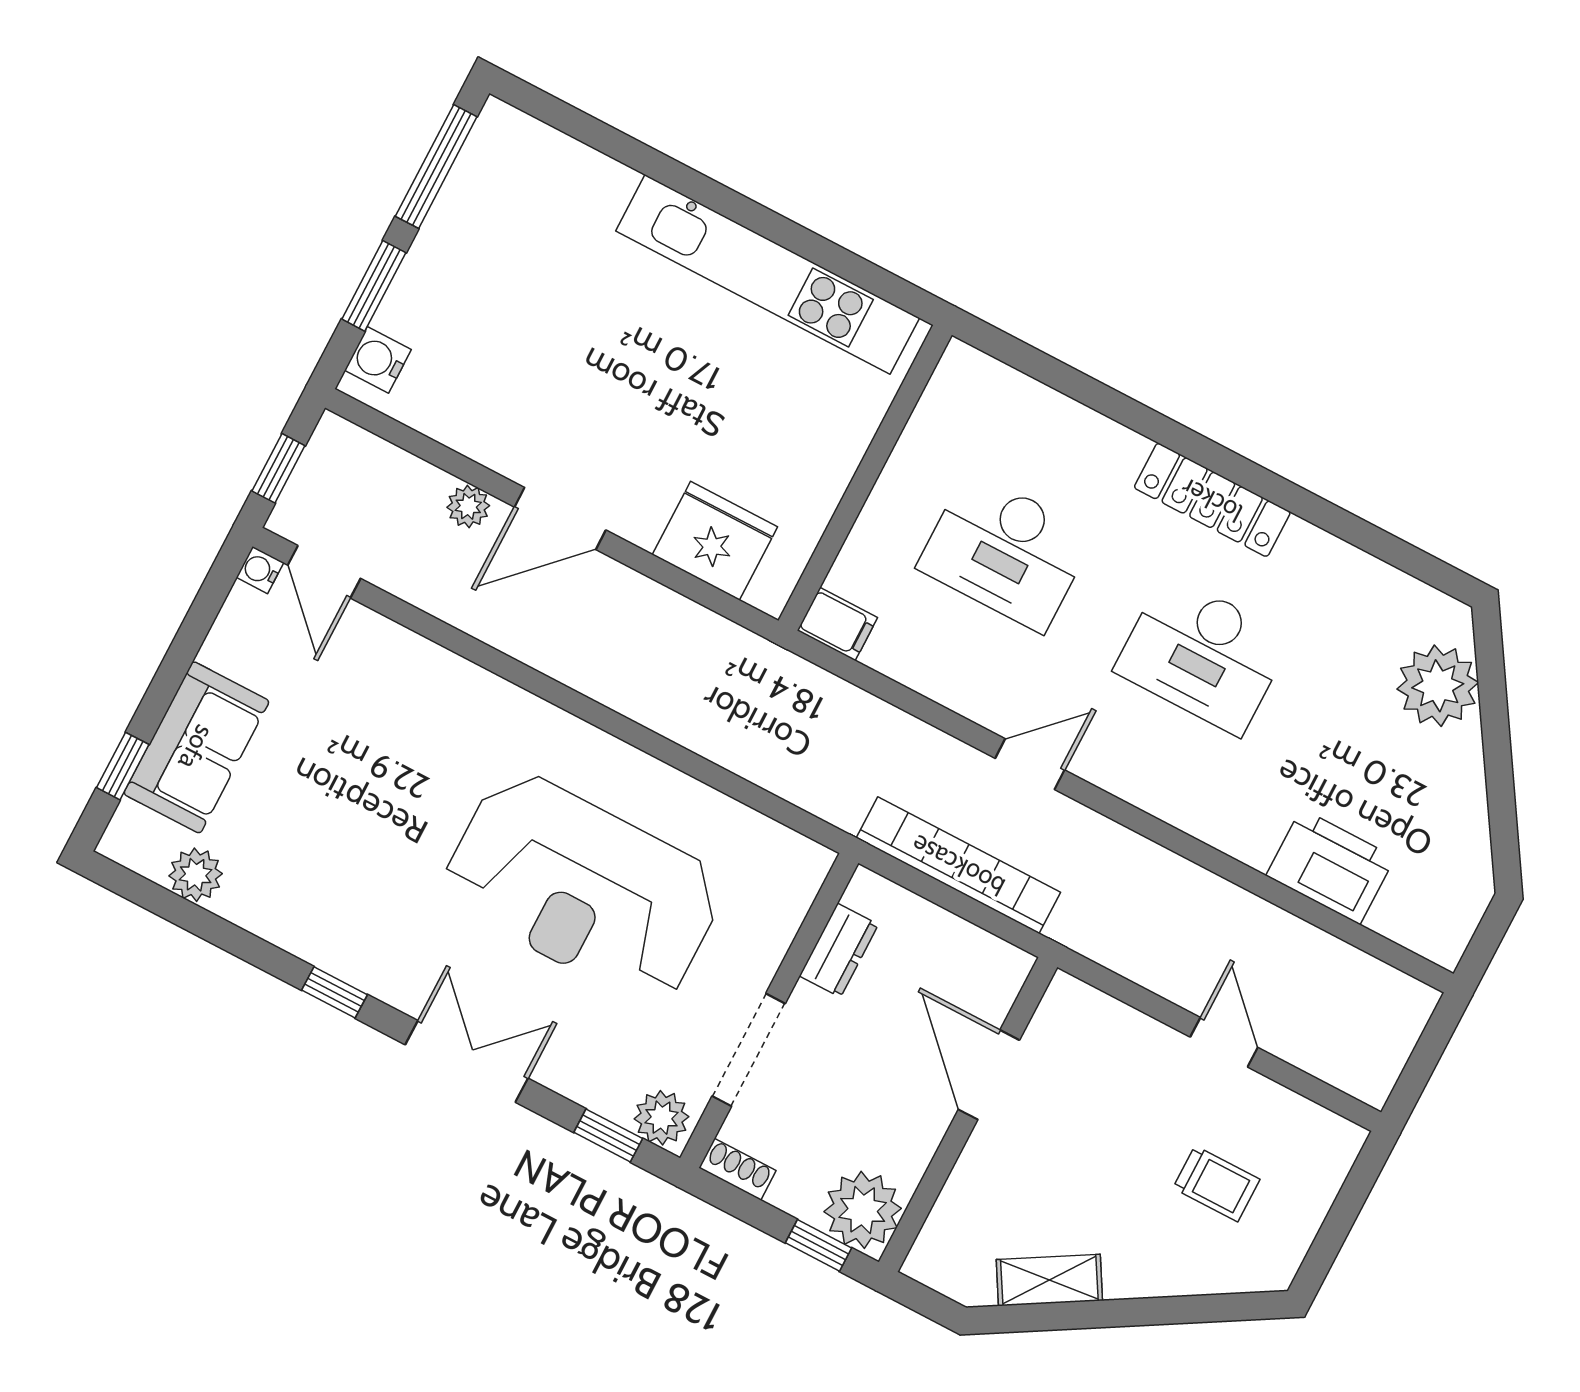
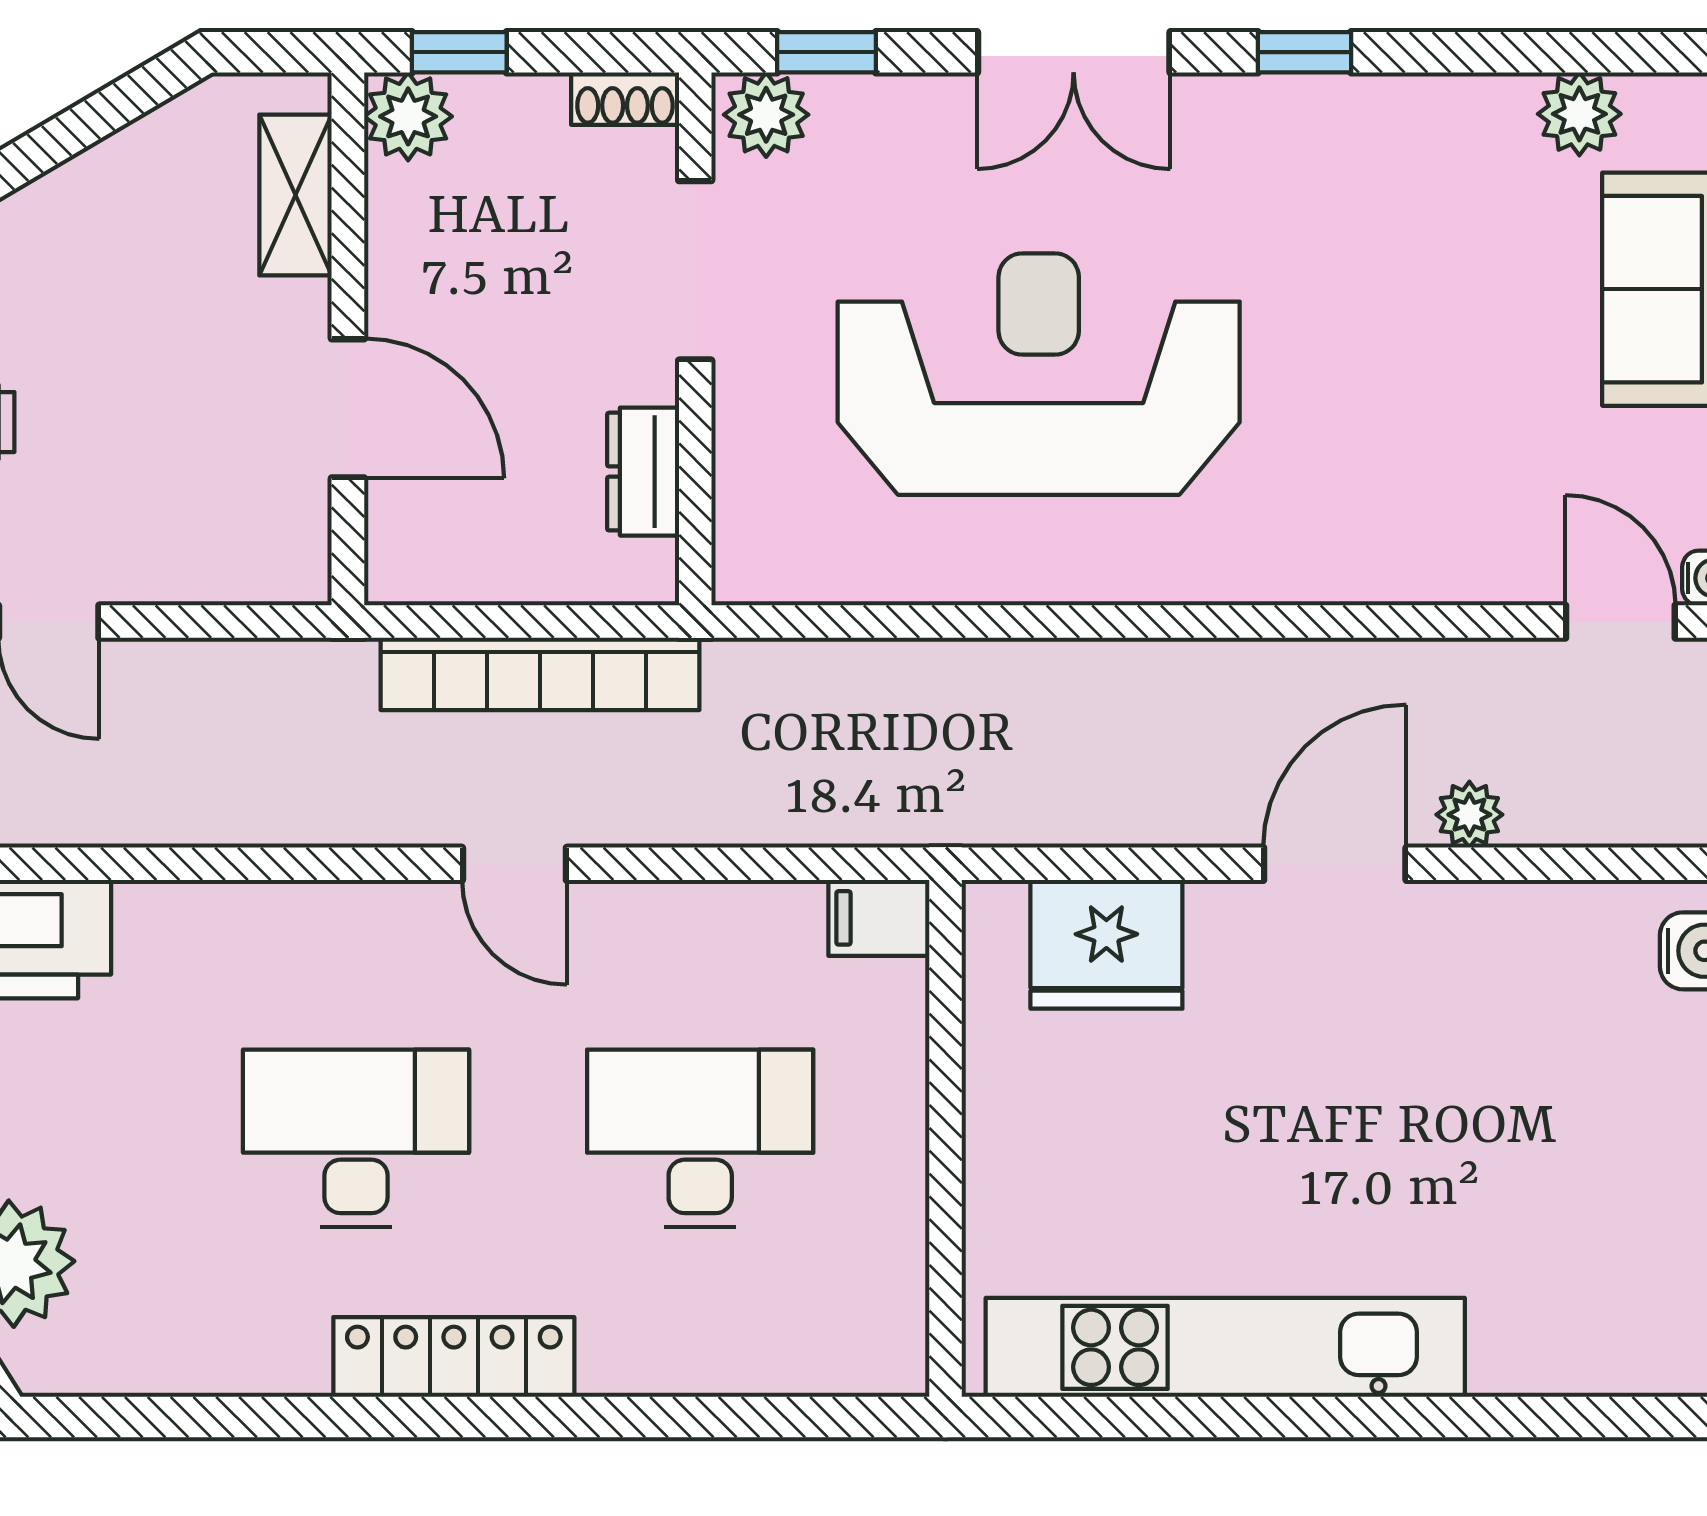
door: (1030, 764) -> (514, 864), hinge flipped
plant: (863, 1210) -> (408, 116), width x0.73, depth x0.73
shelving: (1049, 1280) -> (296, 195), moved, turned -59

